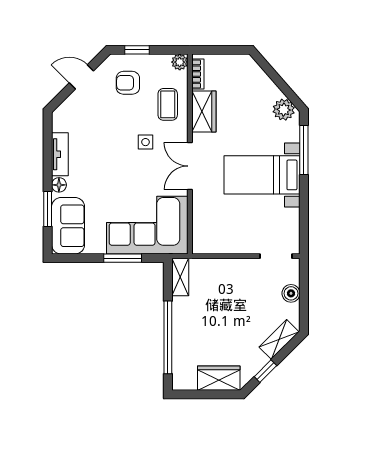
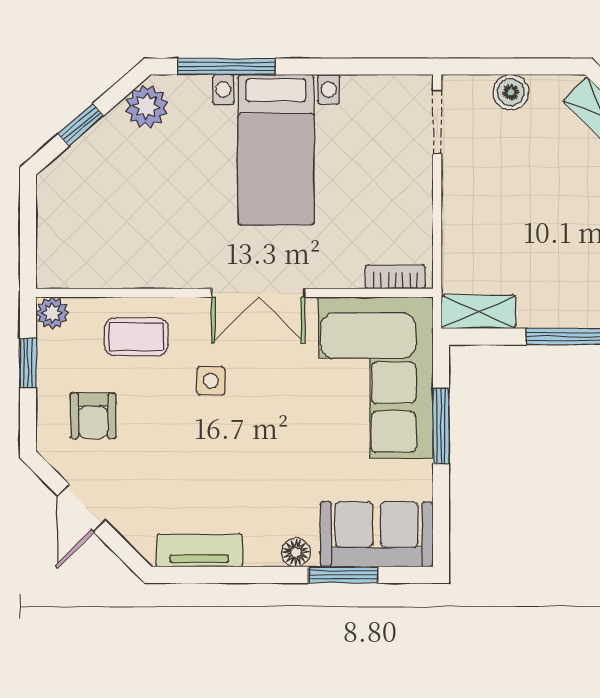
window: (137, 50) -> (28, 363), moved
bookcase: (198, 74) -> (395, 277), moved
window: (275, 77) -> (81, 125), added
wardrobe: (204, 111) -> (150, 265), removed
tv unit: (60, 154) -> (199, 550), moved

